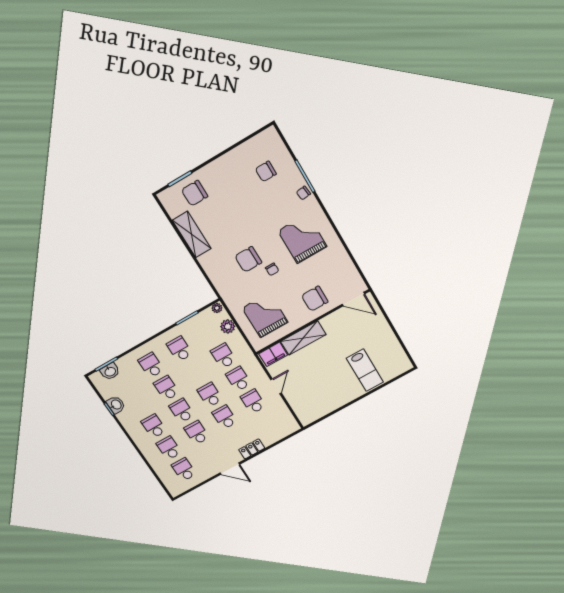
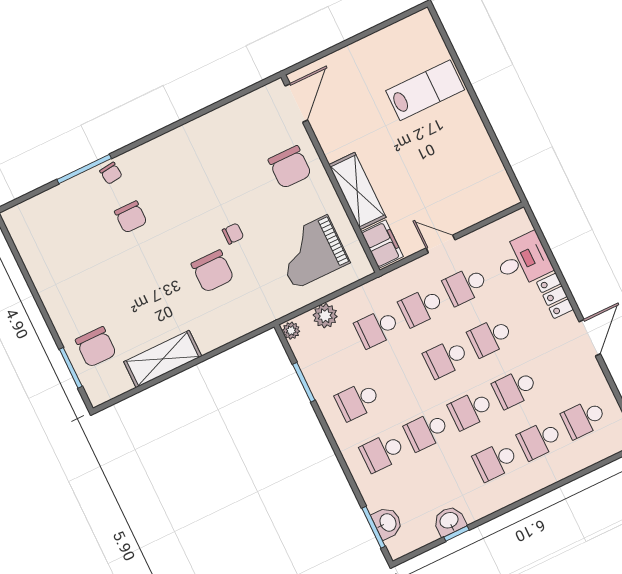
chair: (266, 171) -> (131, 217), moved
grand piano: (302, 239) -> (186, 180), removed
desk: (270, 431) -> (523, 260), added

